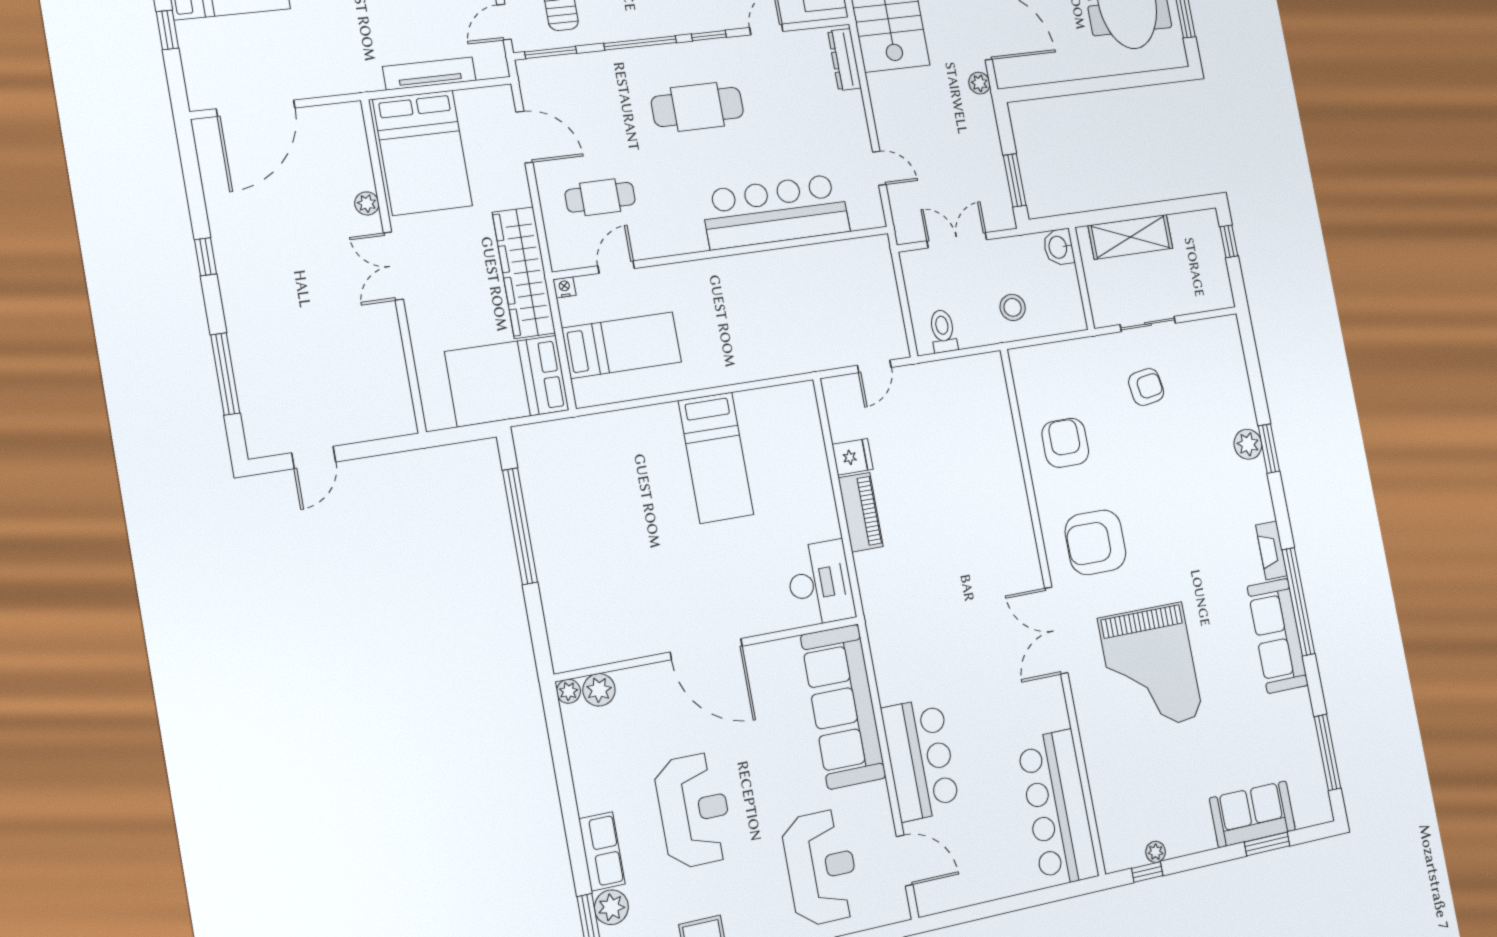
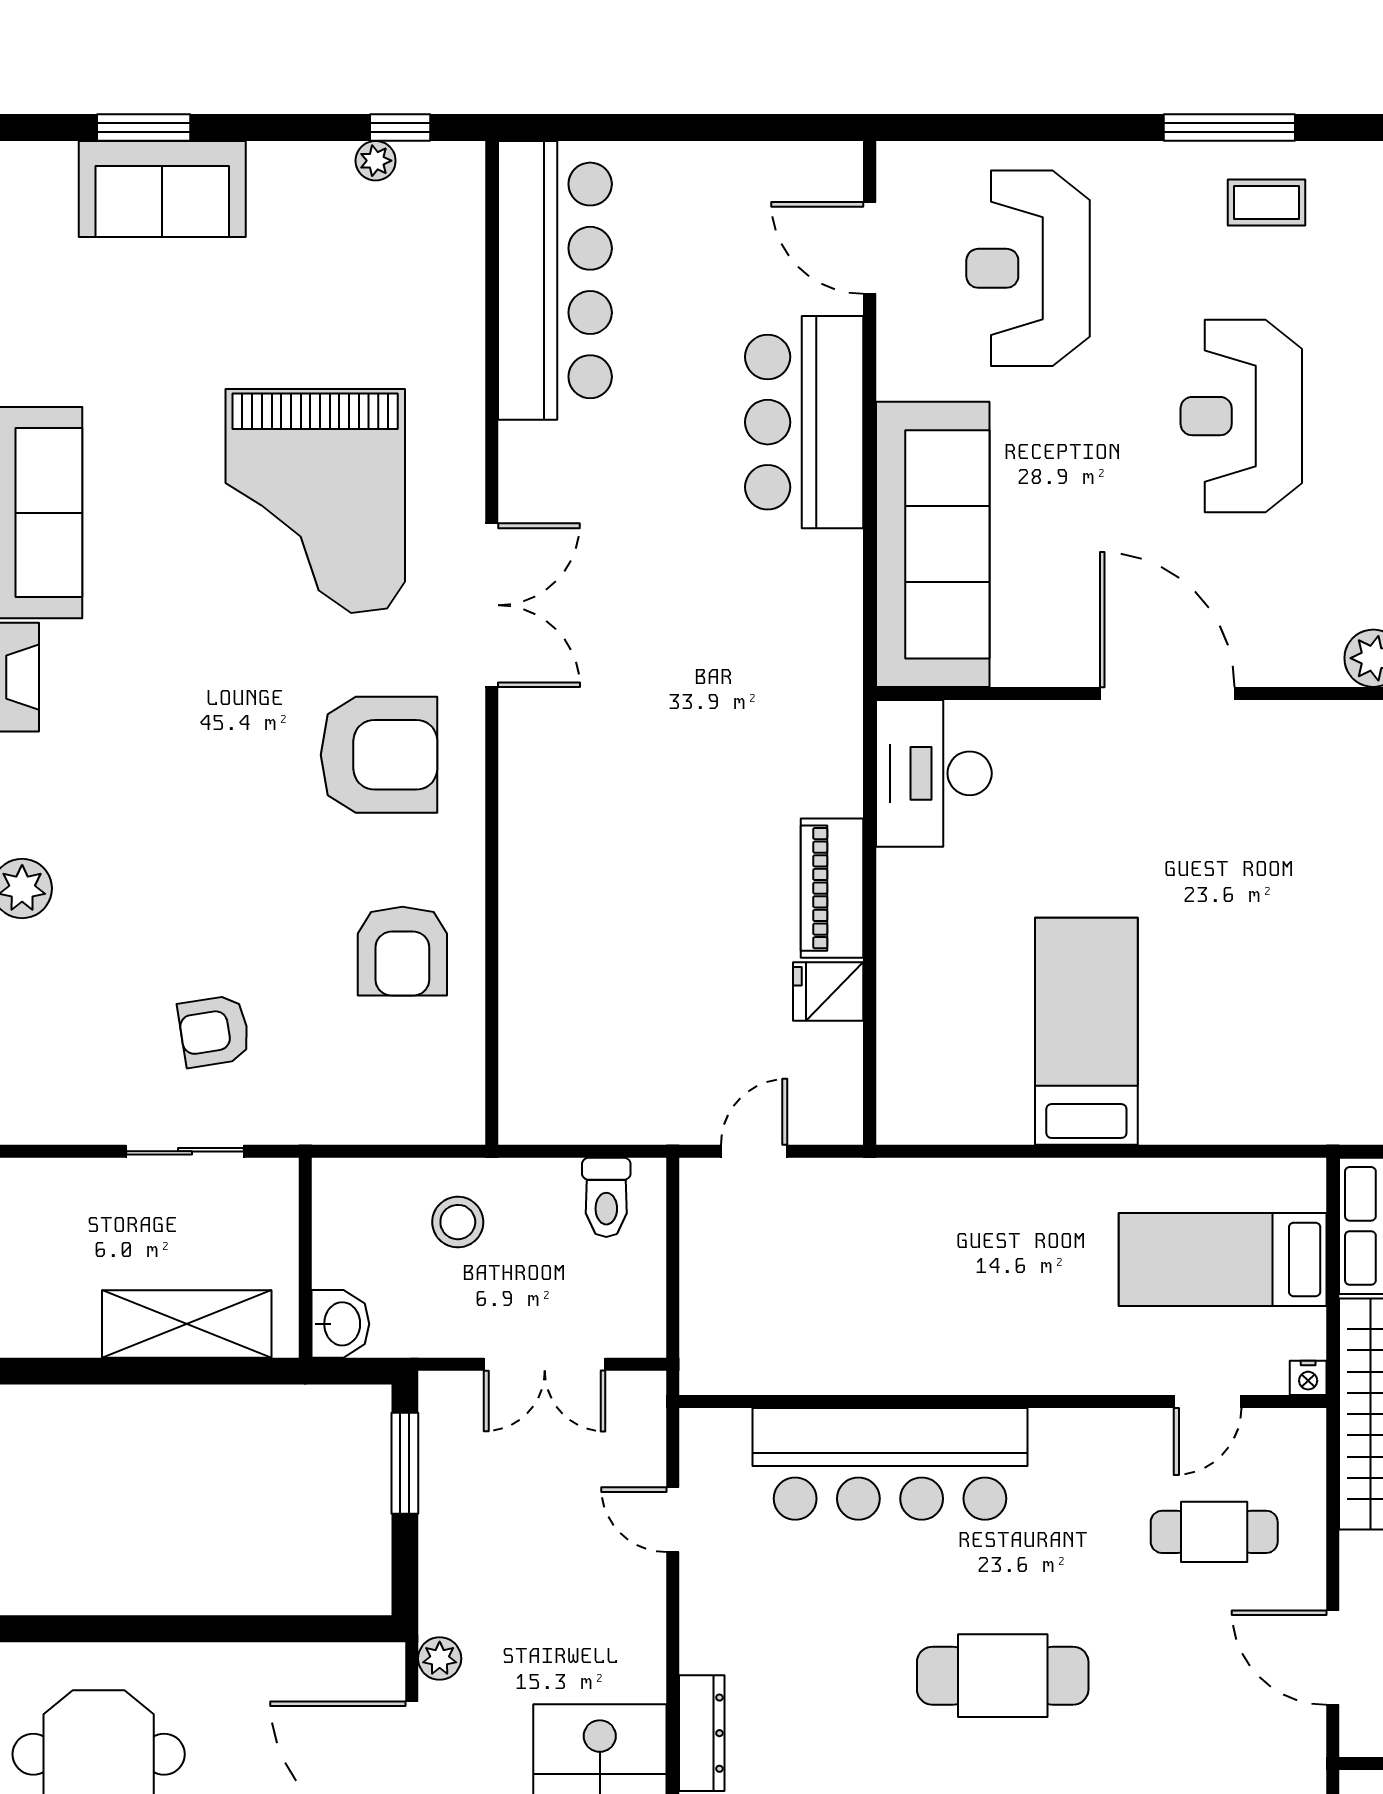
grand piano: (1151, 668) -> (315, 501), turned 180

